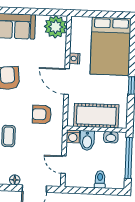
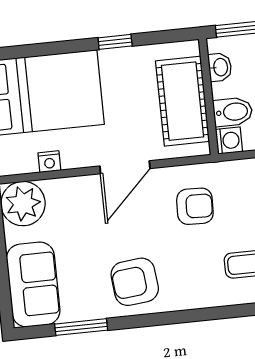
nightstand: (74, 59) -> (49, 162), moved
armchair: (42, 114) -> (195, 206), turned -88

